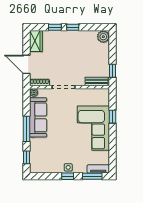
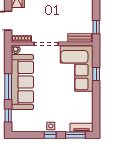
sofa: (38, 117) -> (22, 82), width x1.36, depth x1.27
corner sofa: (93, 128) -> (77, 69), moved

